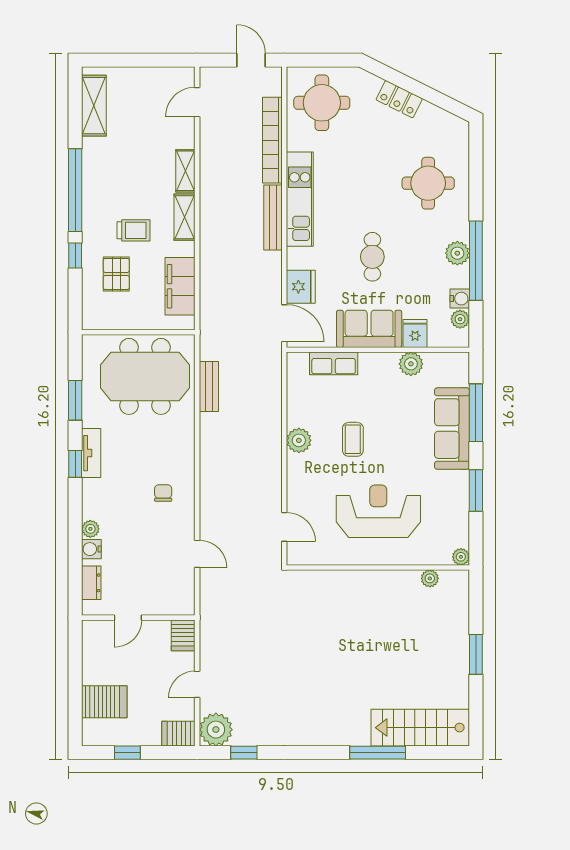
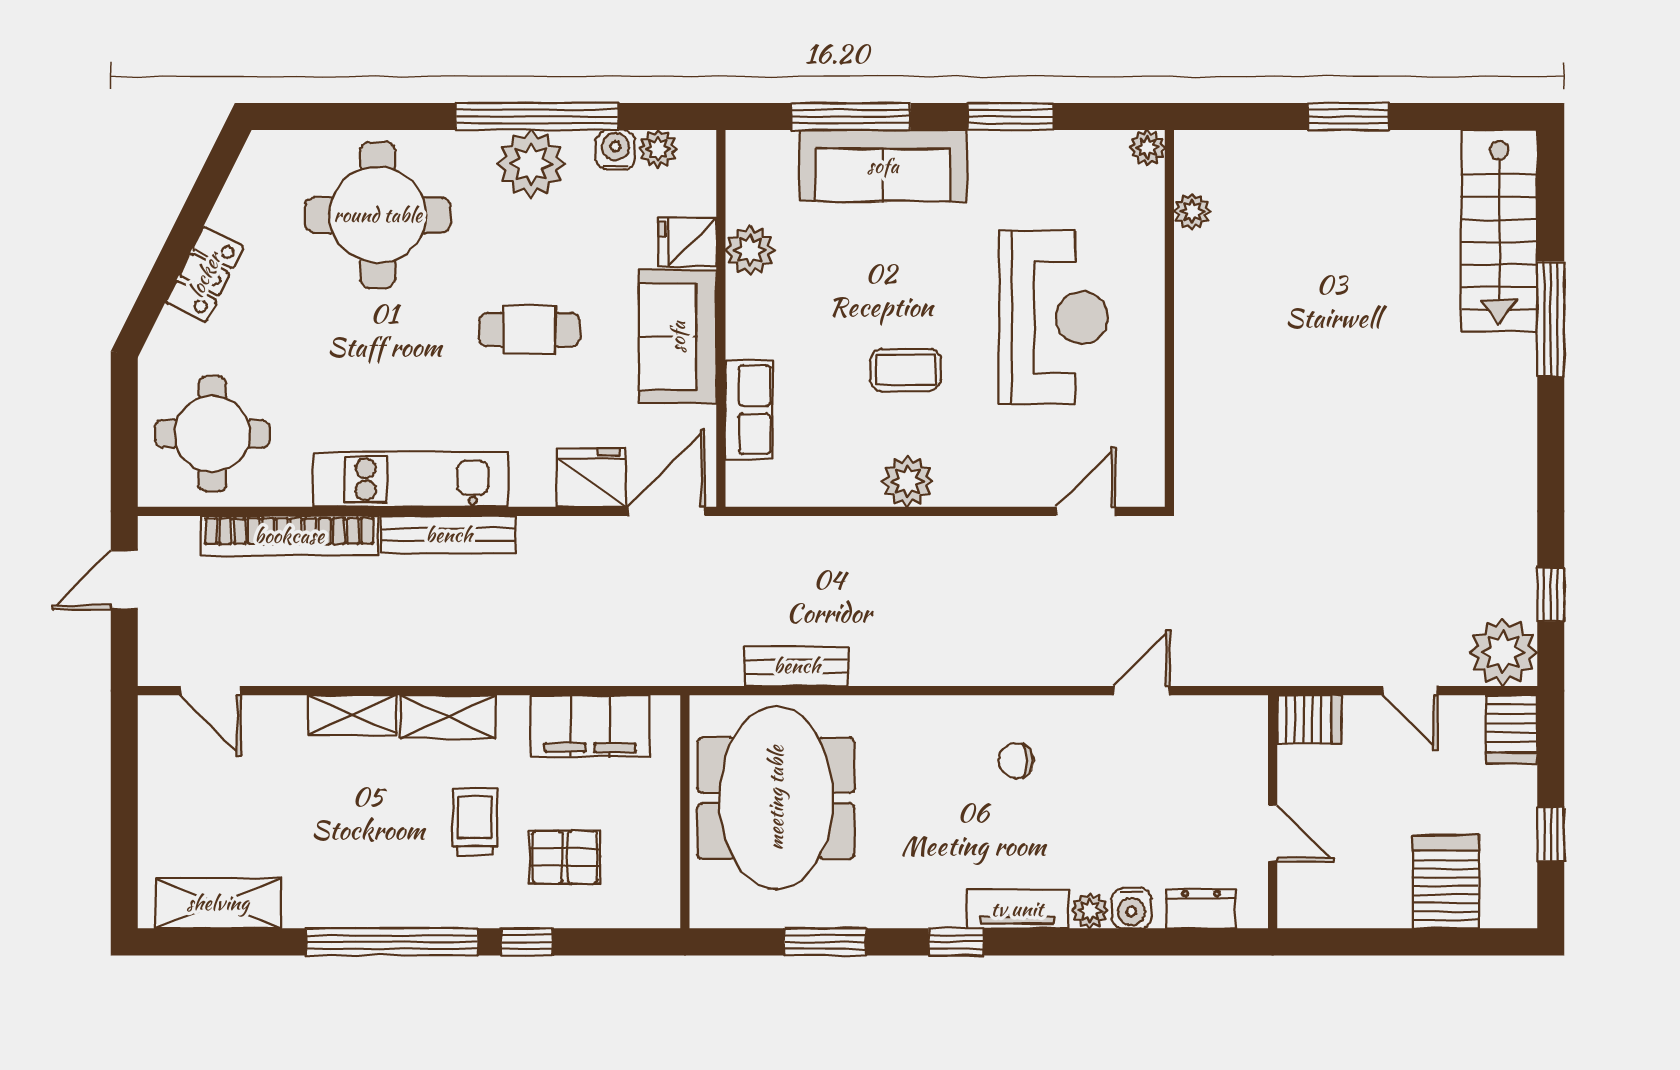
round table: (428, 183) -> (378, 215), width x1.36, depth x1.36
plant: (457, 253) -> (531, 164), width x1.36, depth x1.36
tv unit: (91, 453) -> (1017, 909), moved
reception desk: (378, 511) -> (1054, 317), turned 180

